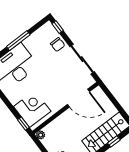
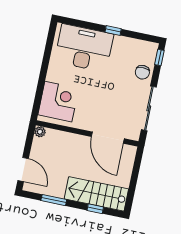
window: (18, 41) -> (113, 31), width x0.46
window: (23, 124) -> (37, 105), removed

